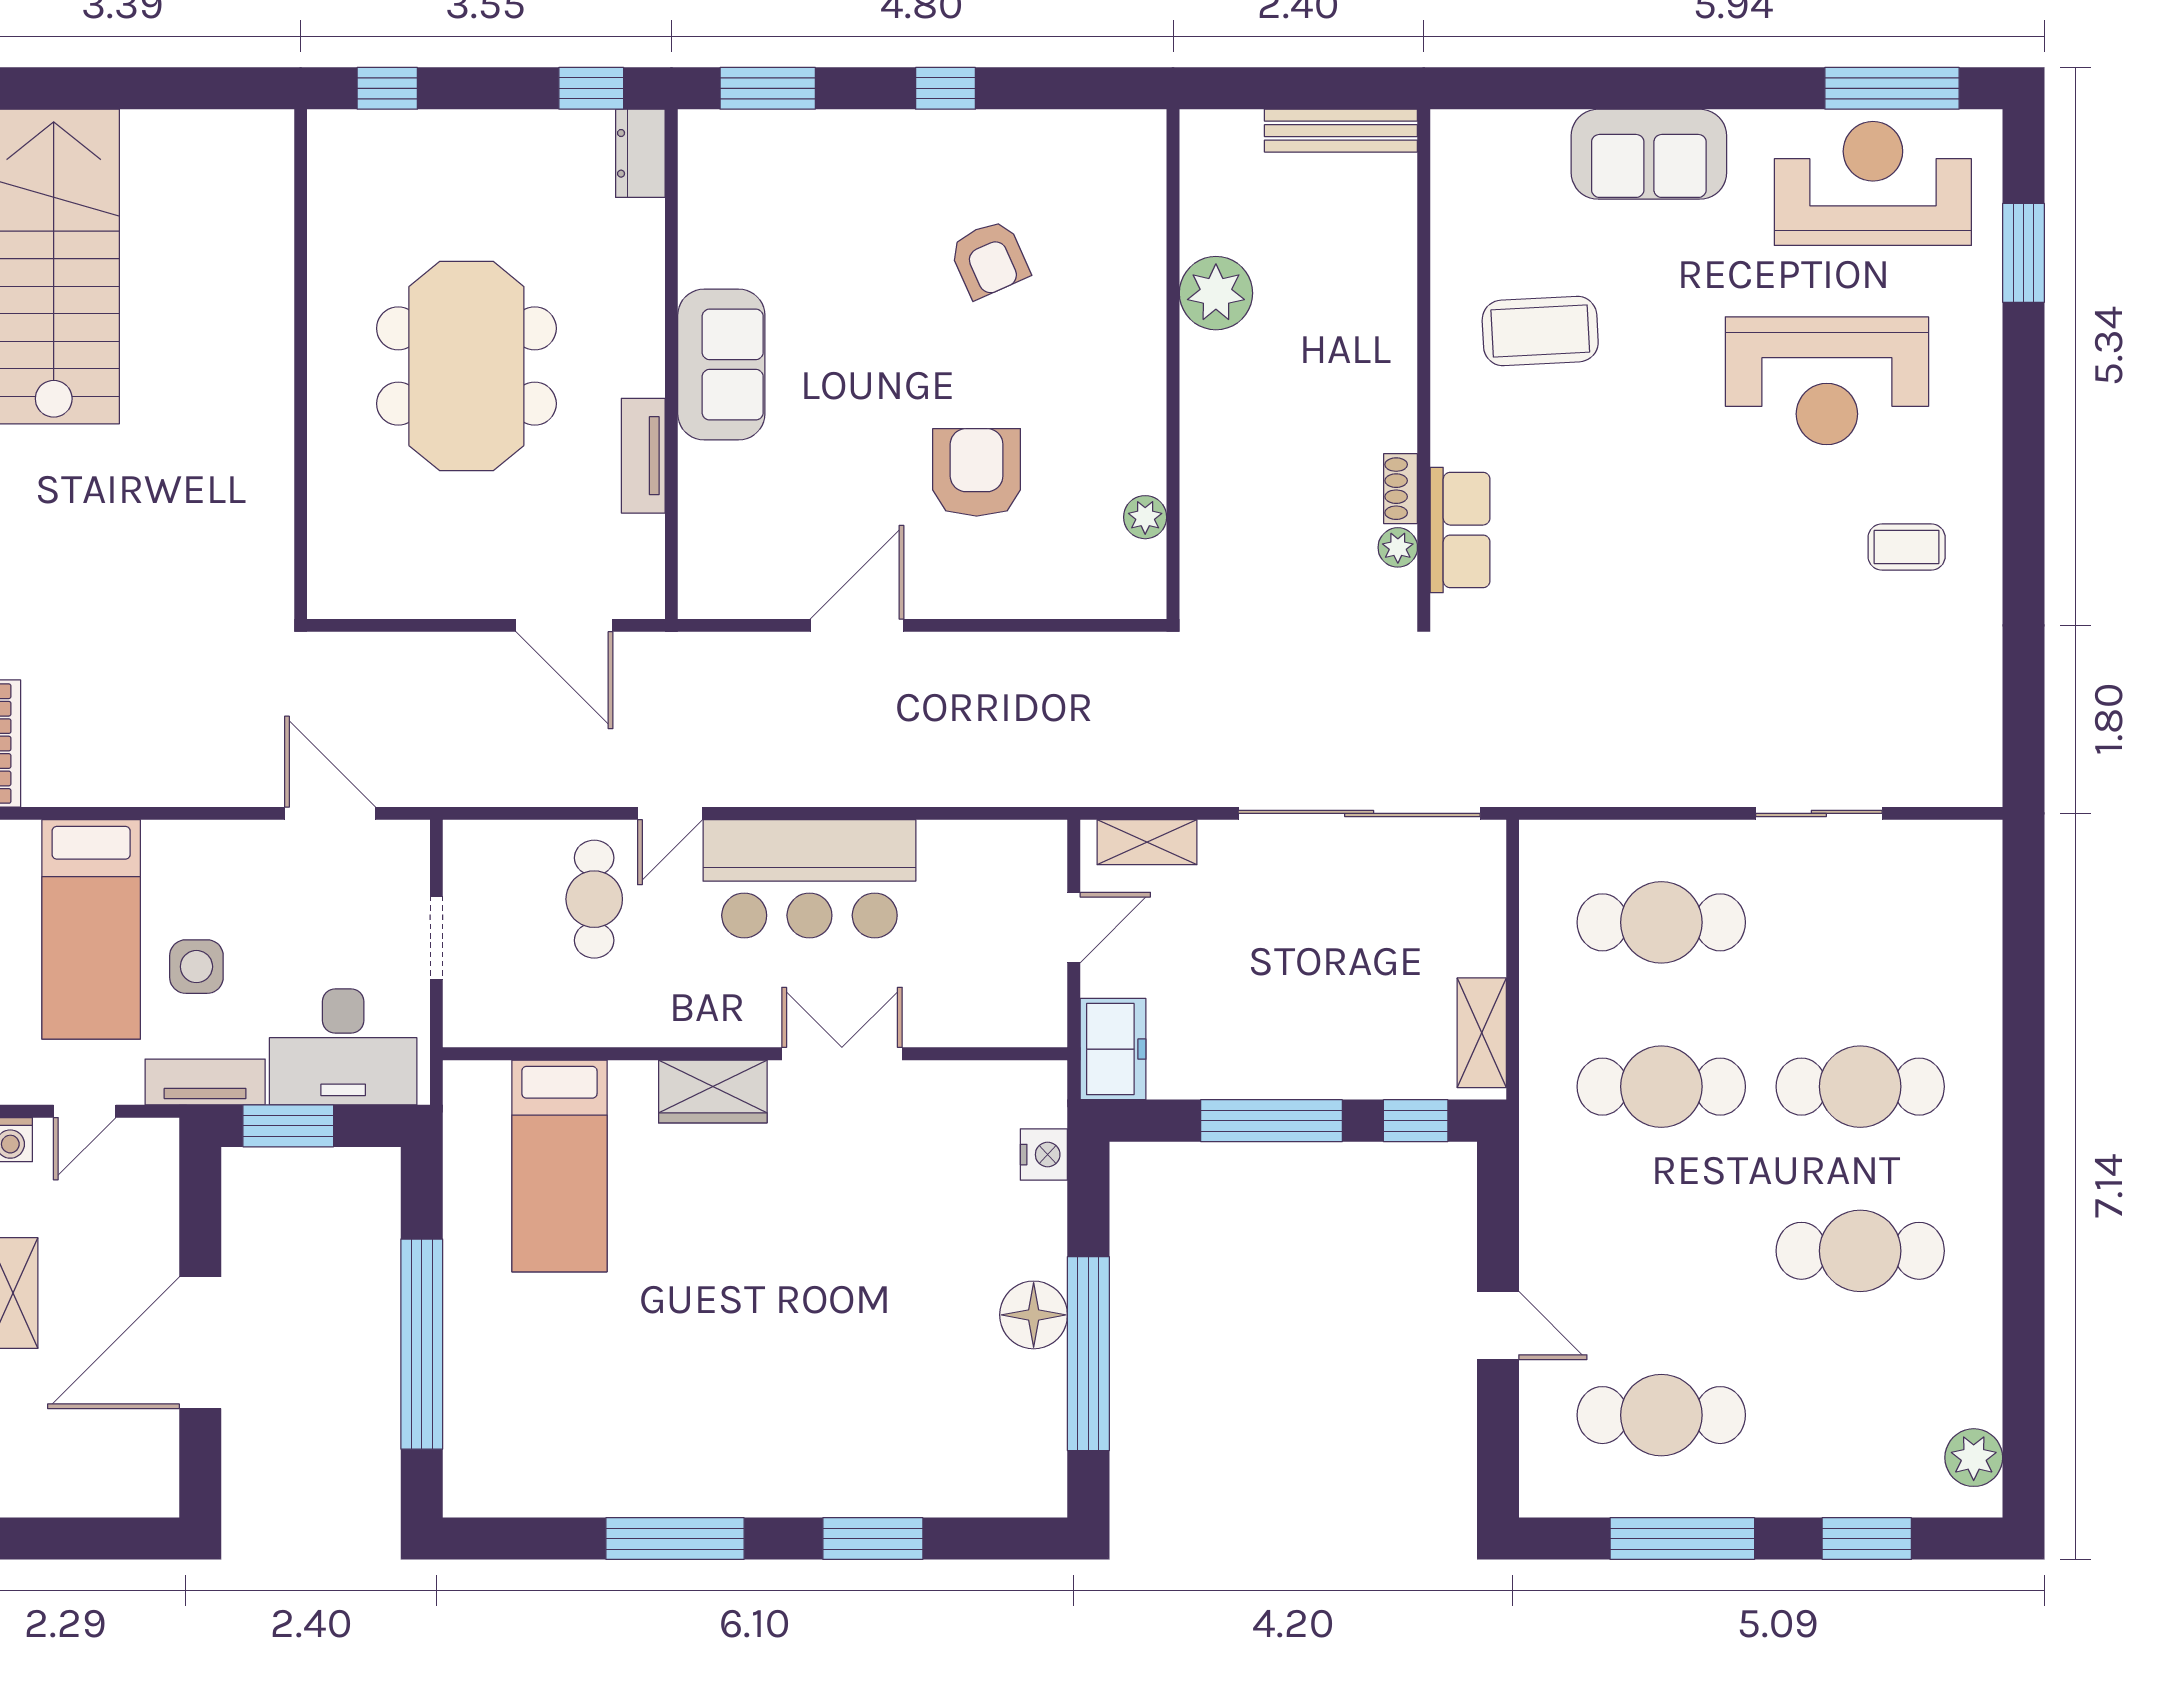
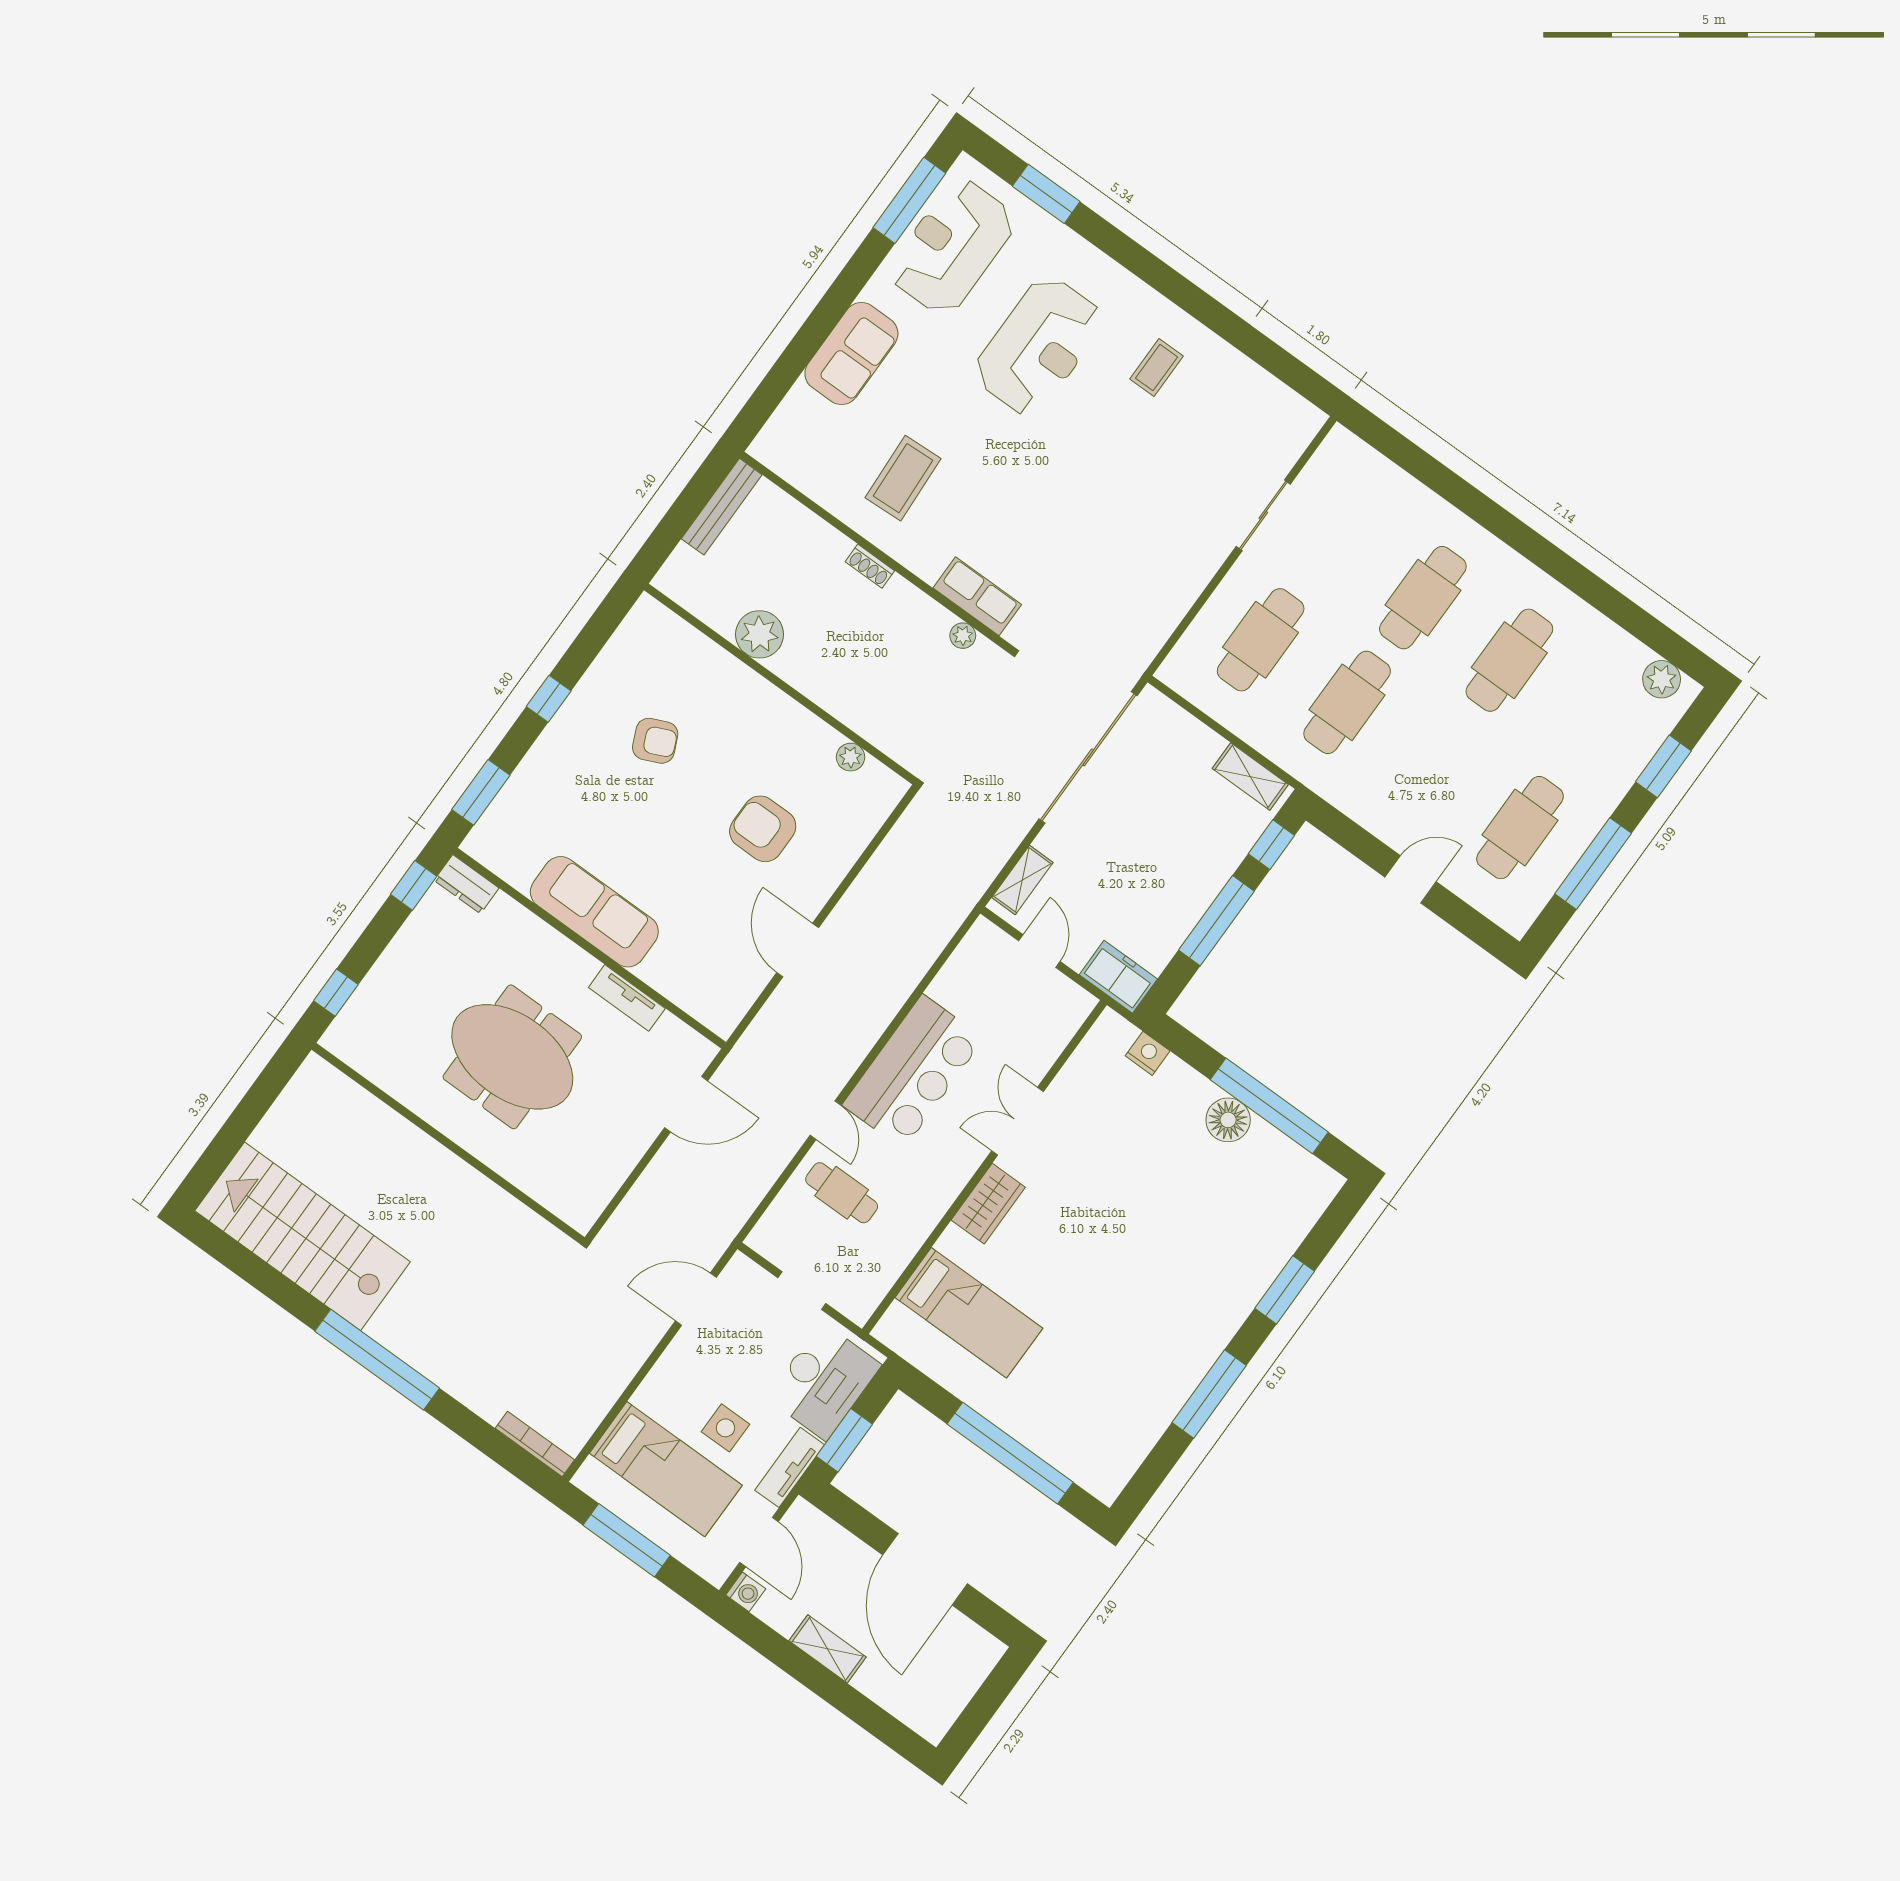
sofa: (721, 365) -> (594, 912), width x1.36
shoe rack: (1401, 489) -> (870, 566), moved
door: (85, 1111) -> (759, 1542), width x1.38

